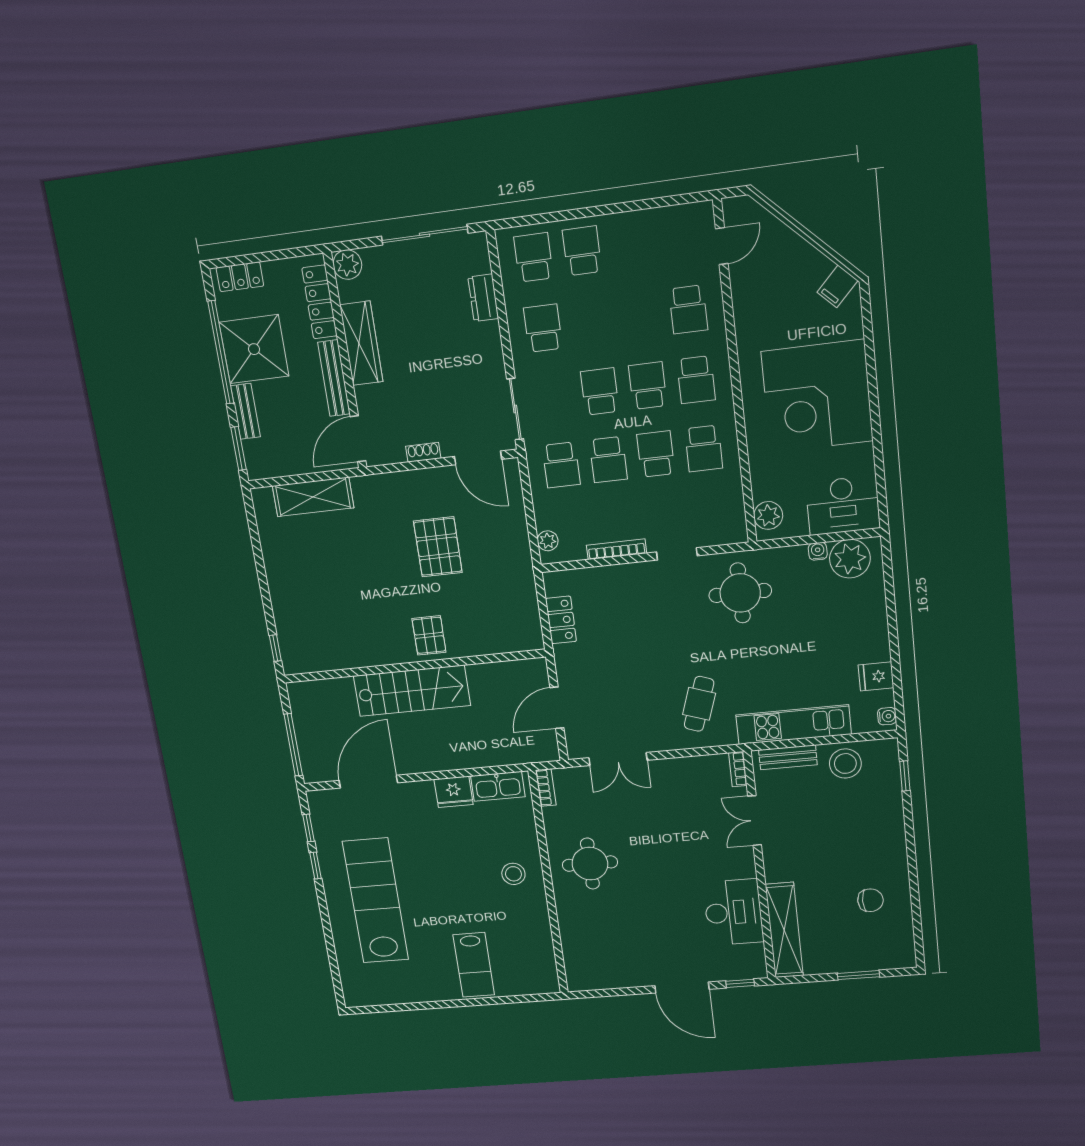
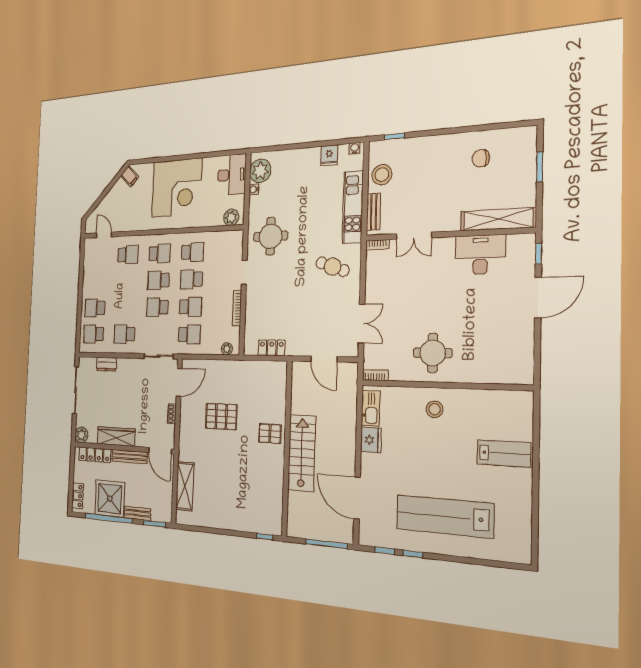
chair: (870, 900) -> (481, 158), turned -90

